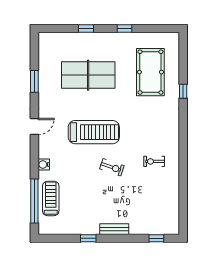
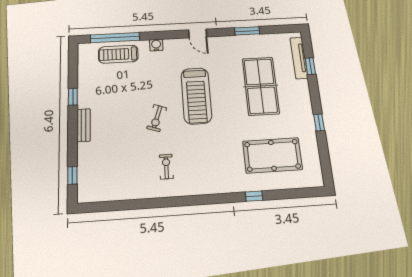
window: (86, 28) -> (310, 66), moved
tv unit: (64, 38) -> (299, 58), added
treadmill: (51, 198) -> (118, 54), turned 180

